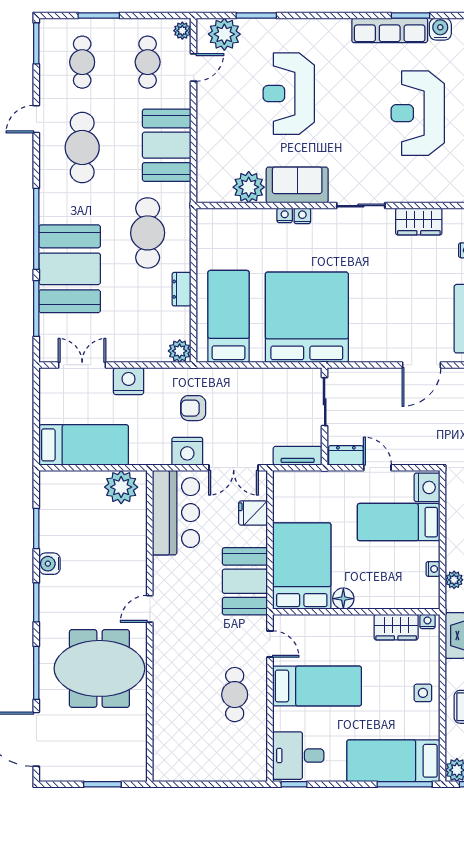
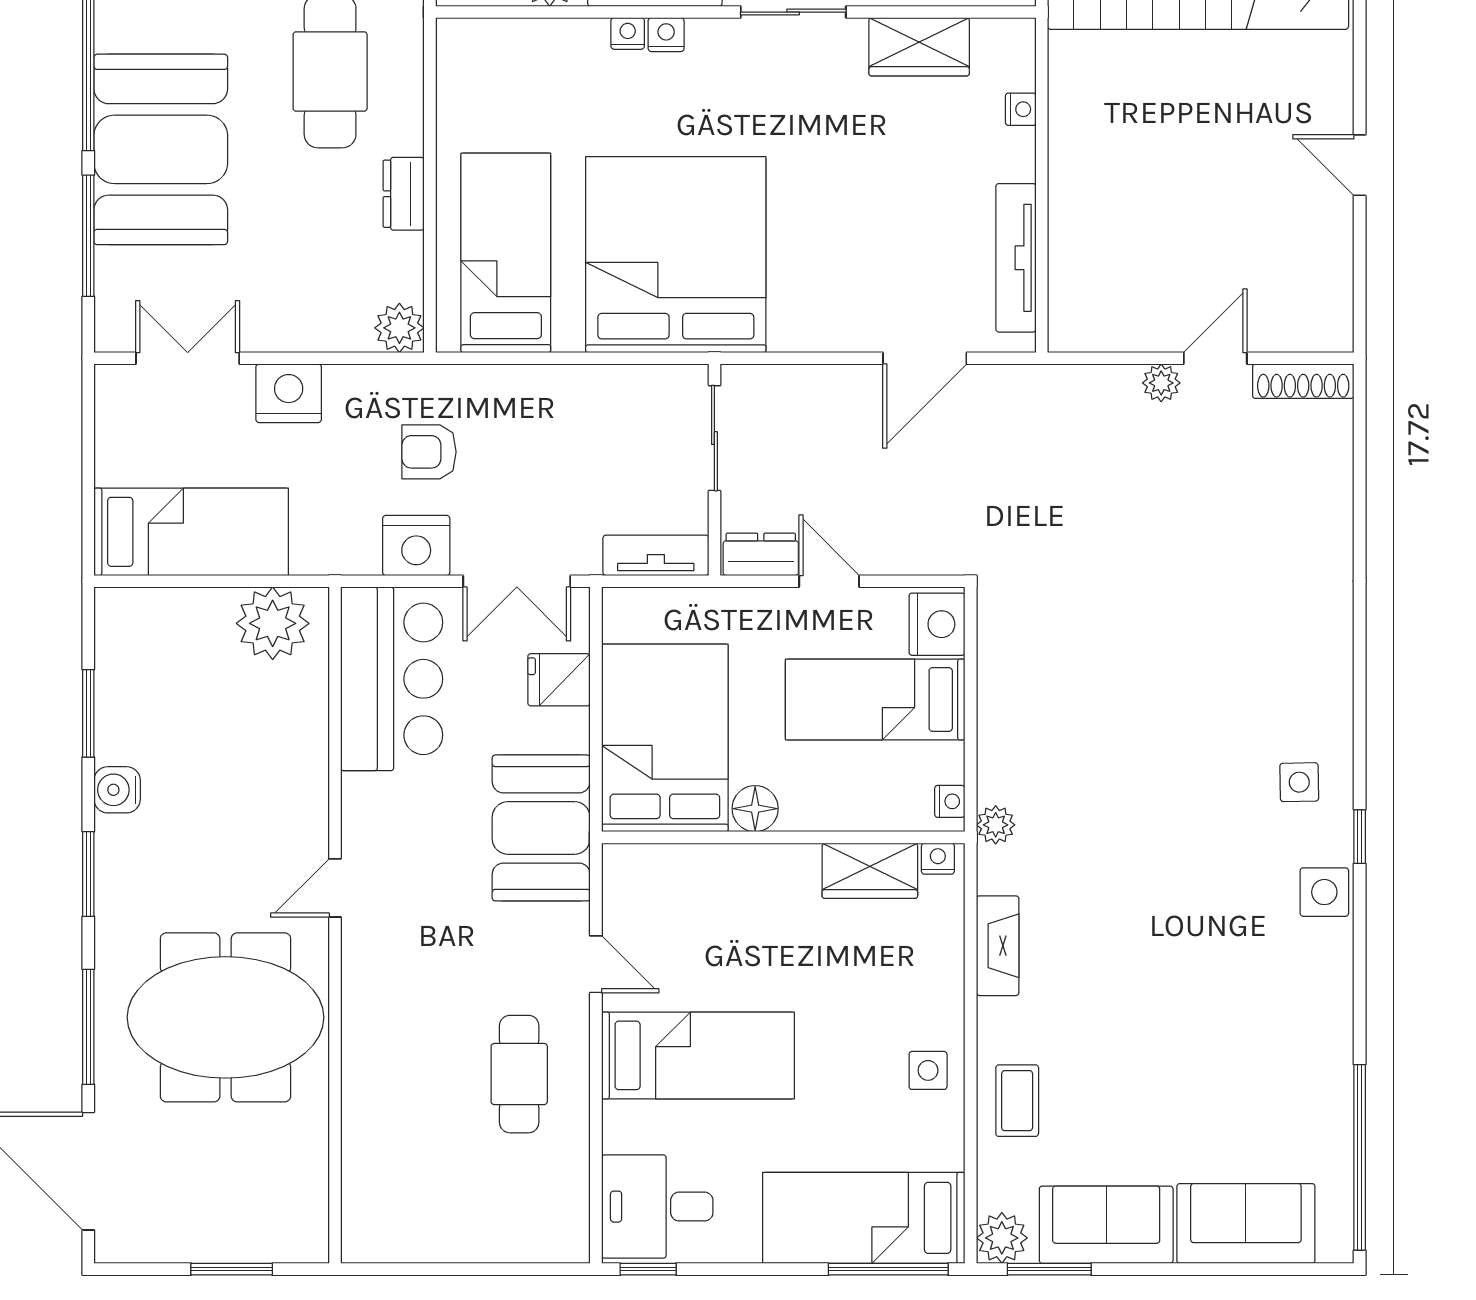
bed: (302, 566) -> (665, 738), moved
floor lamp: (343, 599) -> (755, 809), moved
wall: (356, 612) -> (783, 837), moved
nightstand: (427, 622) -> (938, 859), moved
wardrobe: (396, 627) -> (870, 871), moved

